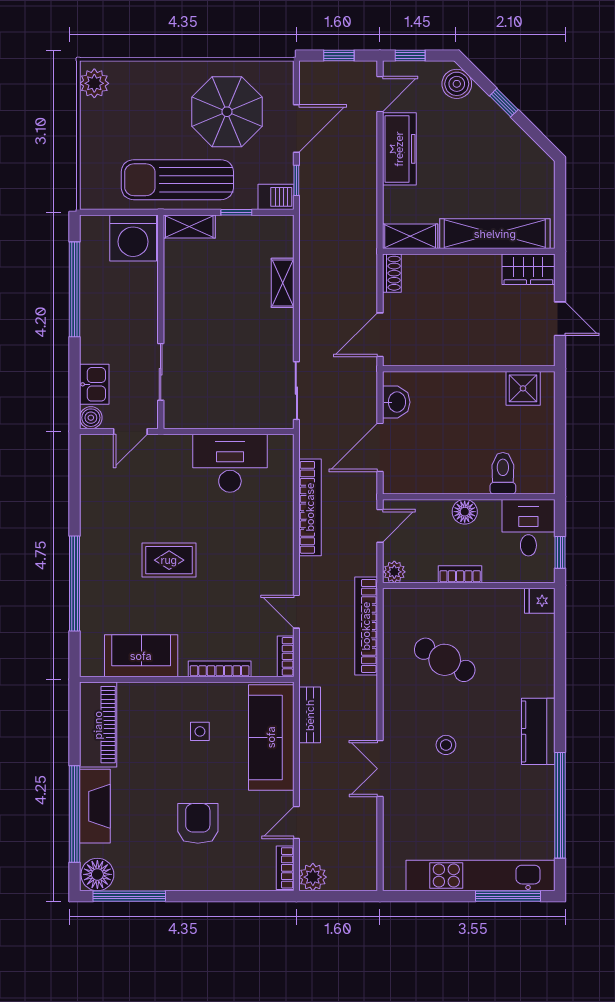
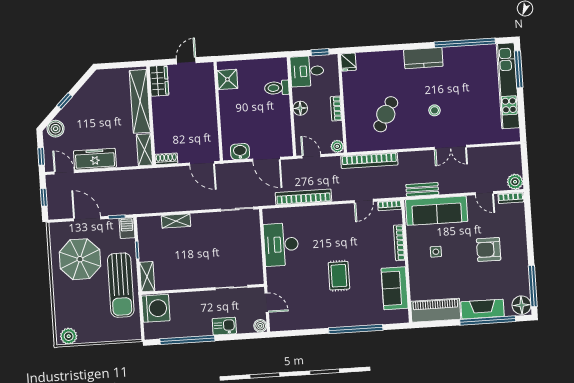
kitchen sink: (94, 384) -> (224, 326), moved

